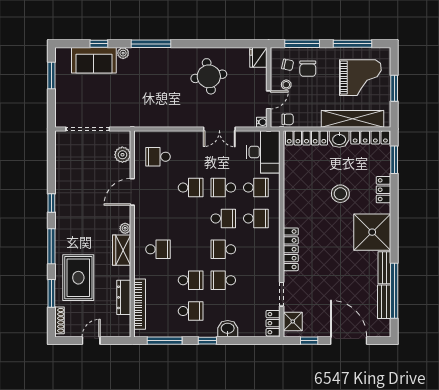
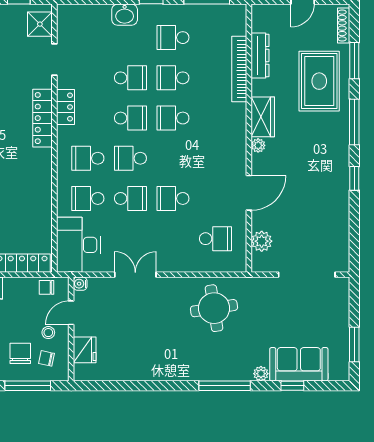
fridge: (258, 57) -> (85, 350), moved
round table: (209, 76) -> (214, 308), moved
school desk: (158, 249) -> (173, 118), moved
bookcase: (140, 304) -> (239, 69), moved
locker: (273, 323) -> (66, 107), moved

